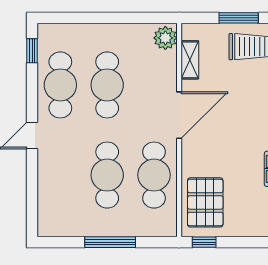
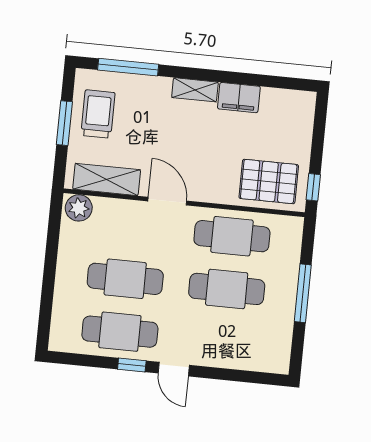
window: (32, 51) -> (132, 365), moved
shelving: (190, 60) -> (107, 179), width x1.50, depth x1.33
door: (179, 115) -> (167, 201), width x0.73

